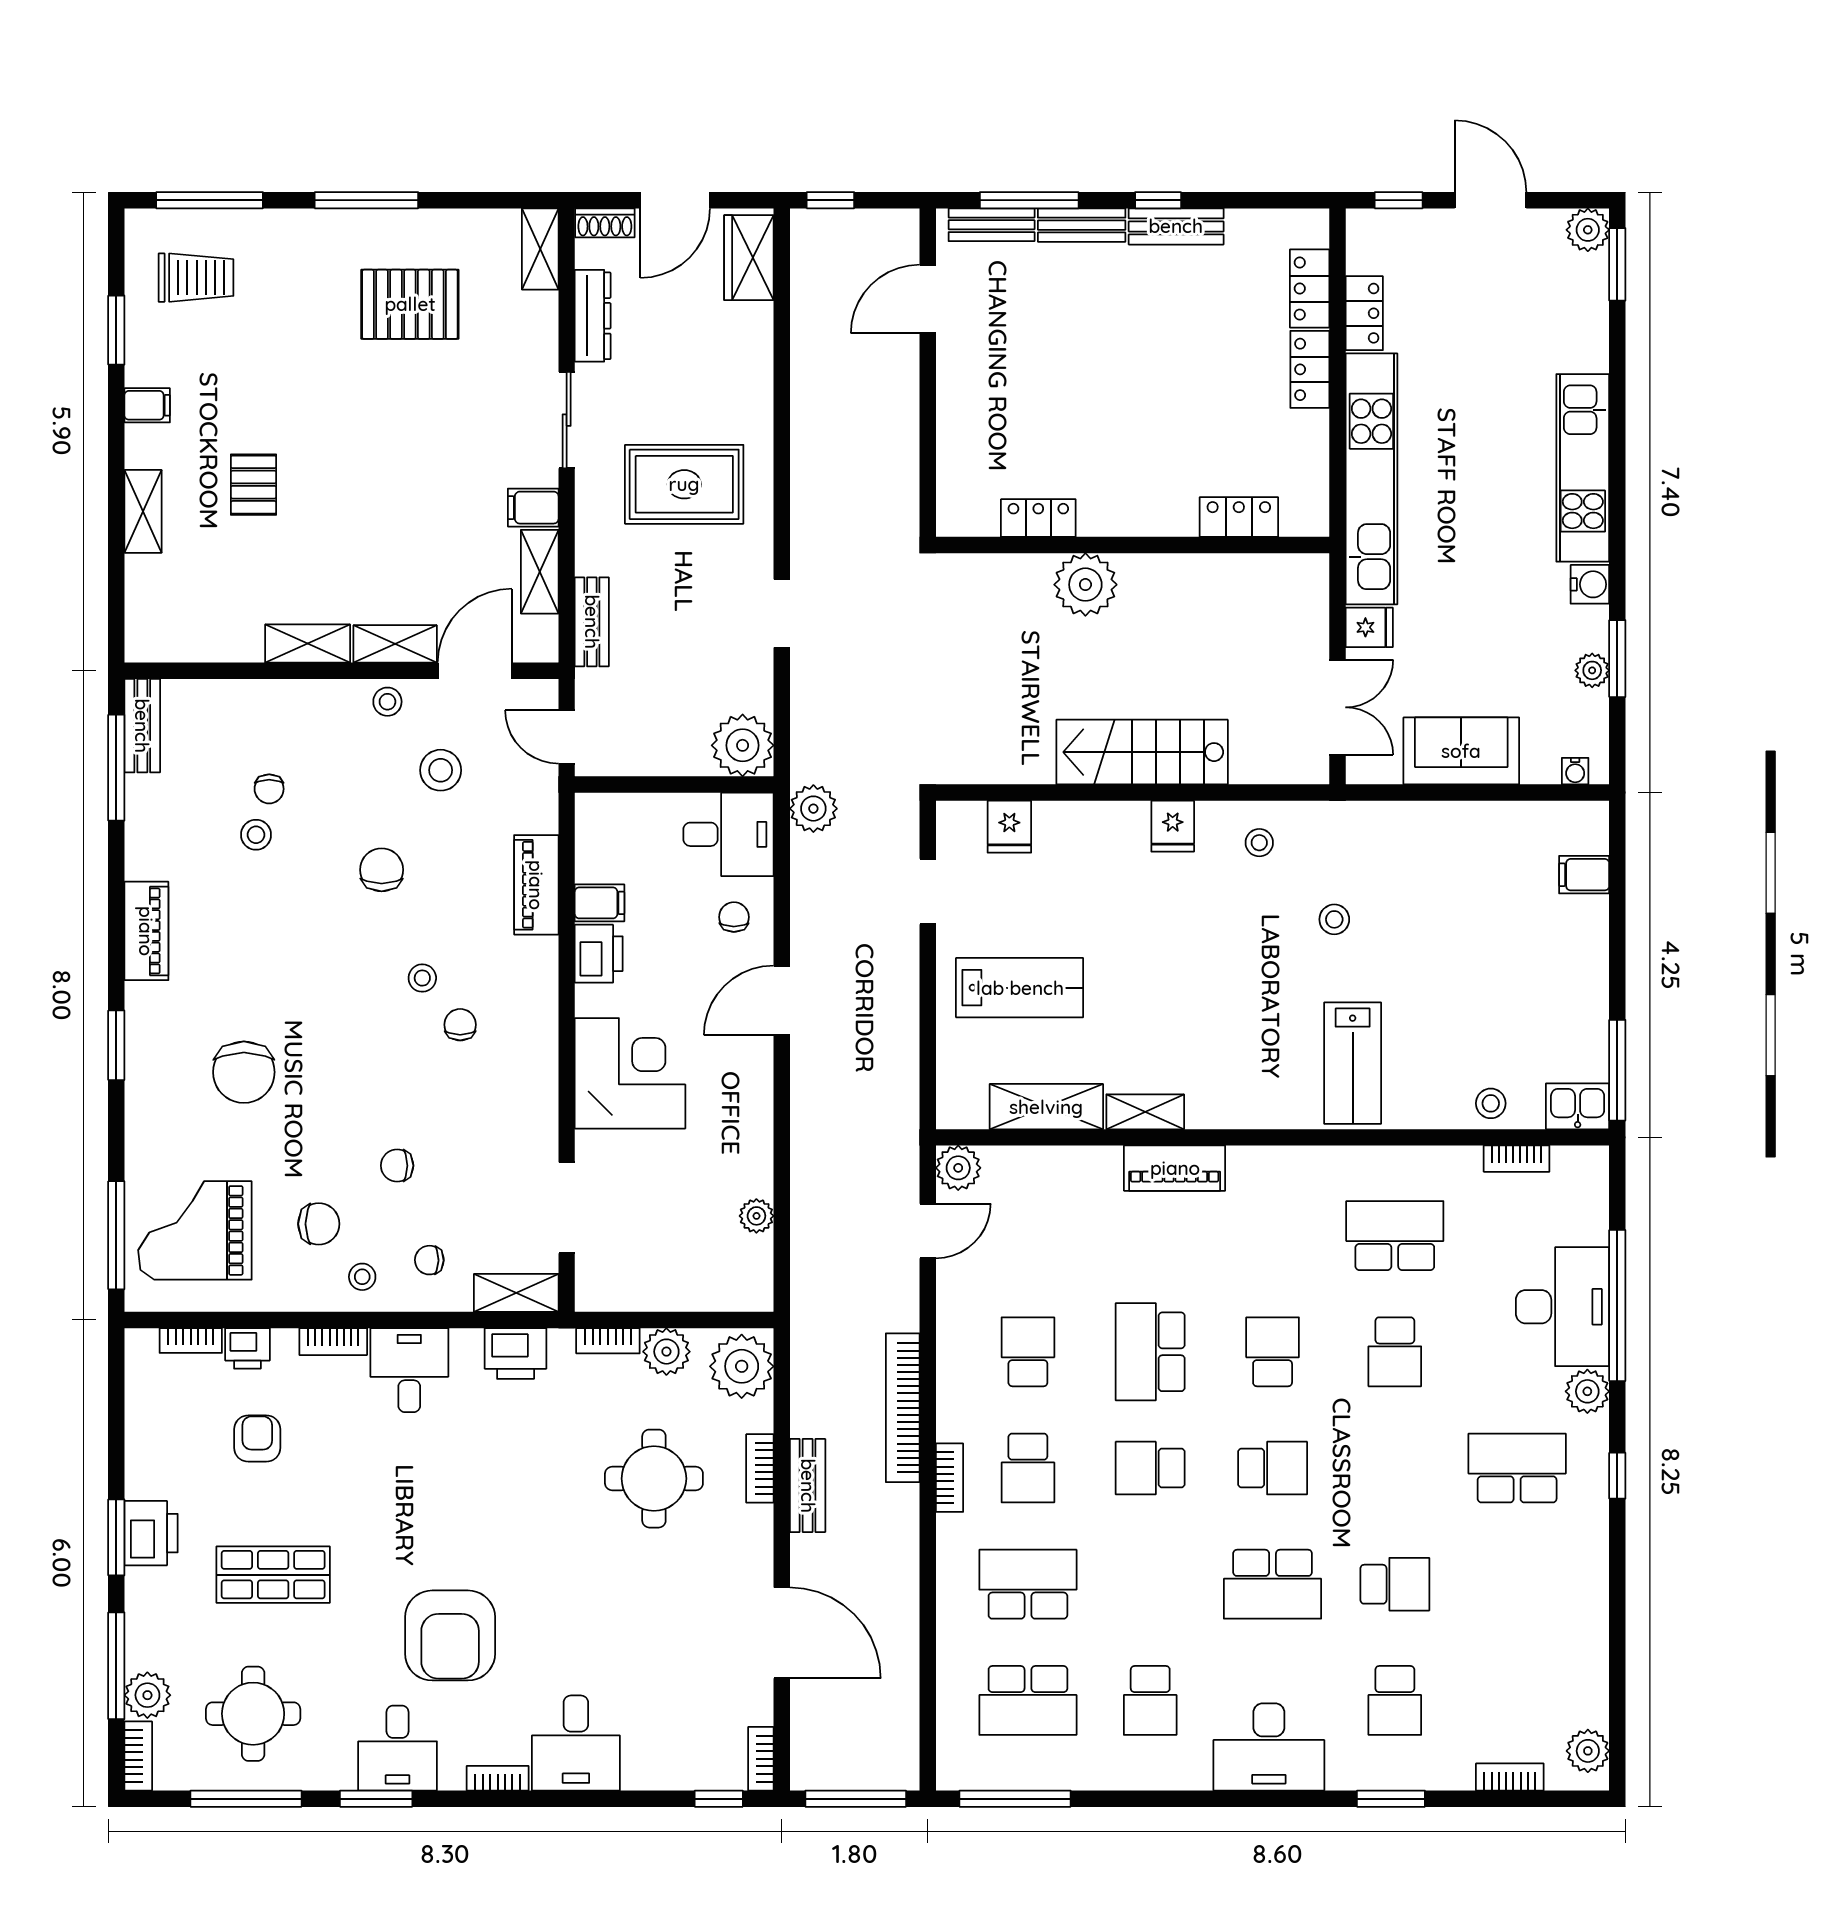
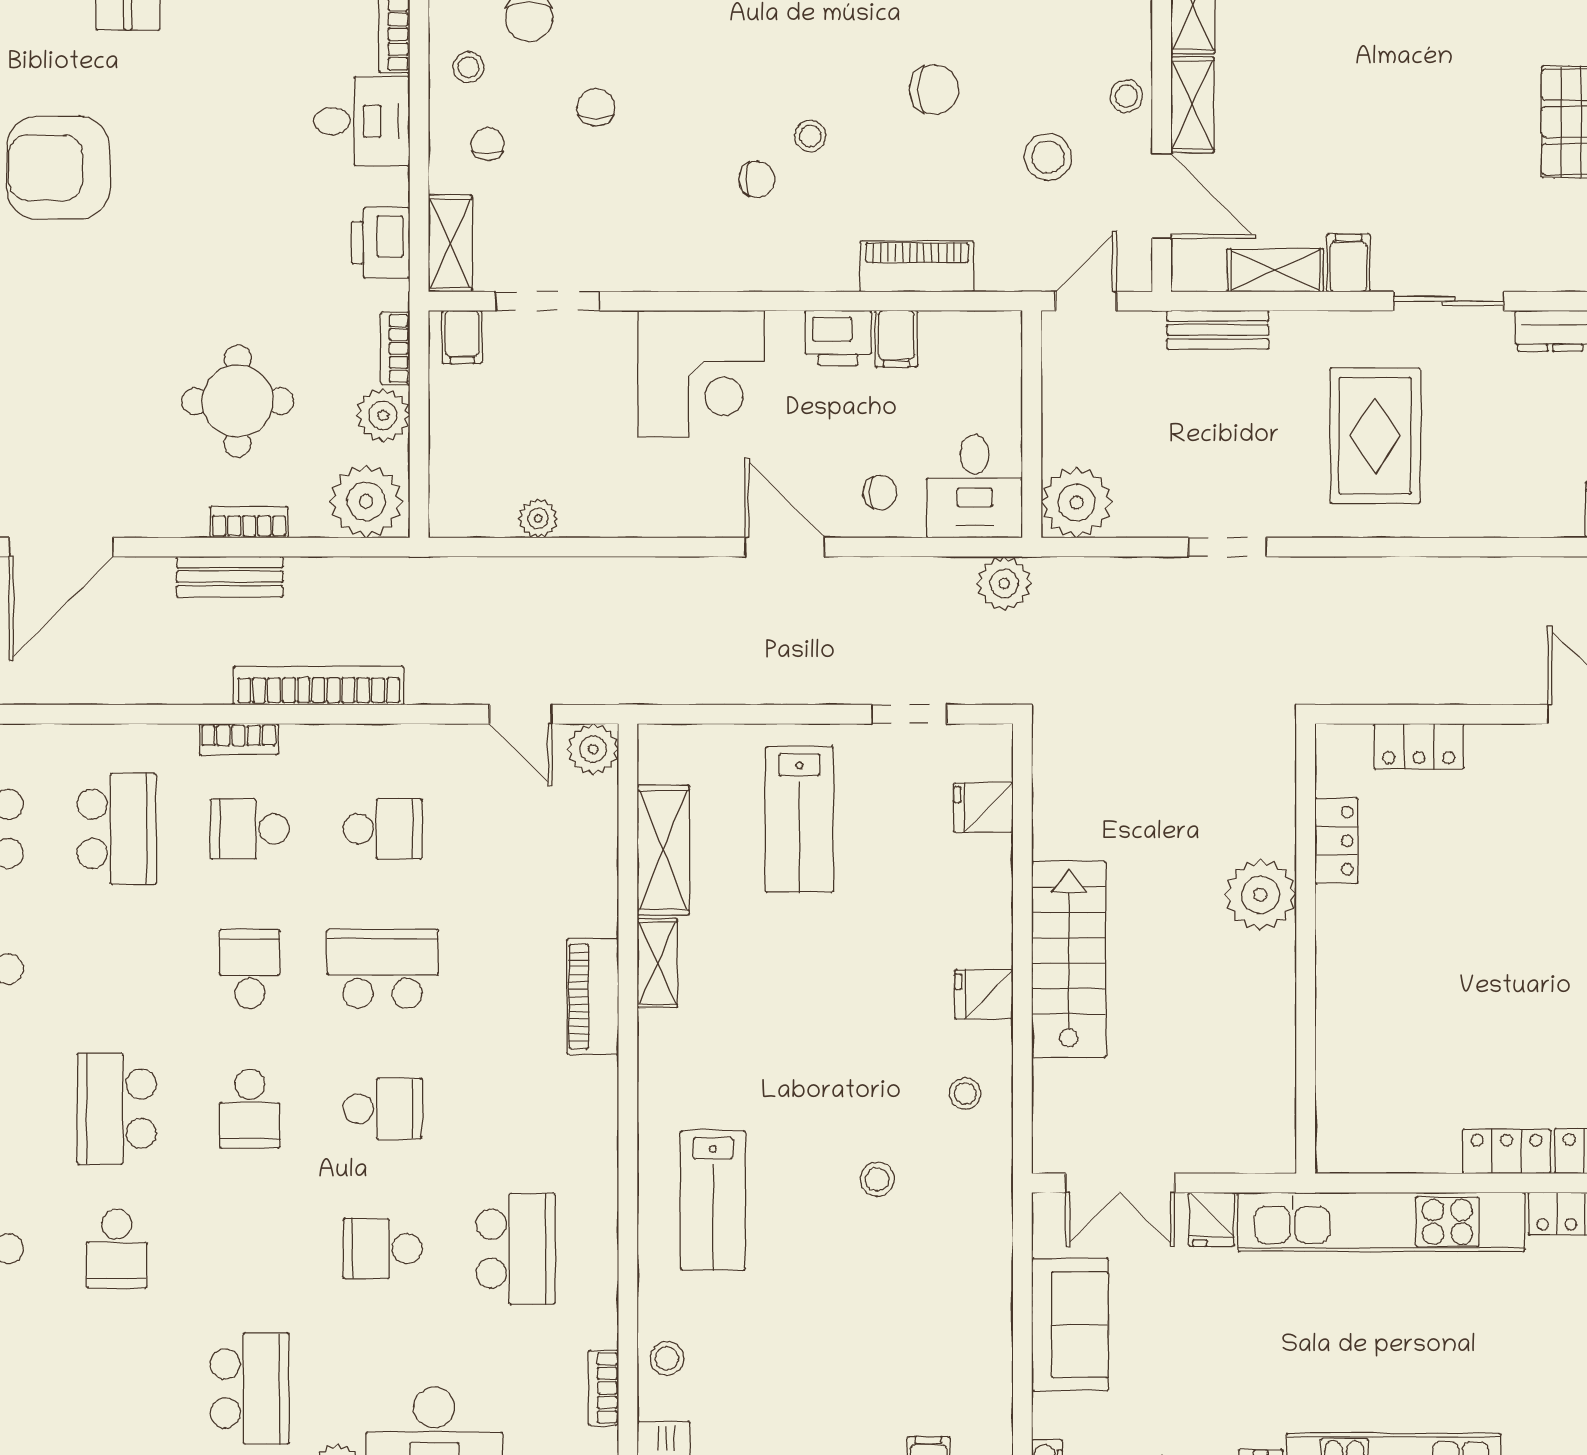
locker: (1239, 517) -> (1419, 746), moved, turned 90
lab bench: (1353, 1063) -> (713, 1200), turned -90
filing cabinet: (598, 1282) -> (462, 337), added

